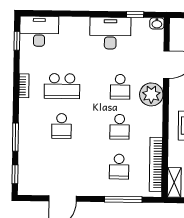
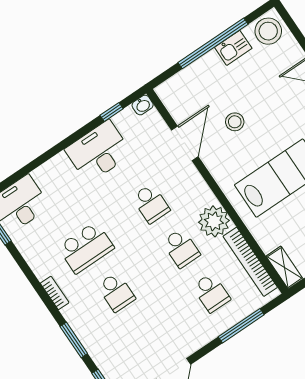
bookcase: (24, 86) -> (55, 293), moved
plant: (151, 94) -> (214, 221), moved

